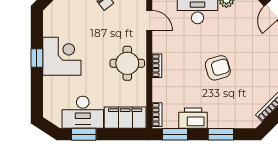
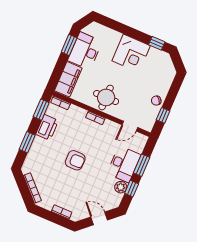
window: (37, 58) -> (157, 43), moved
armchair: (218, 68) -> (75, 160), turned -74

